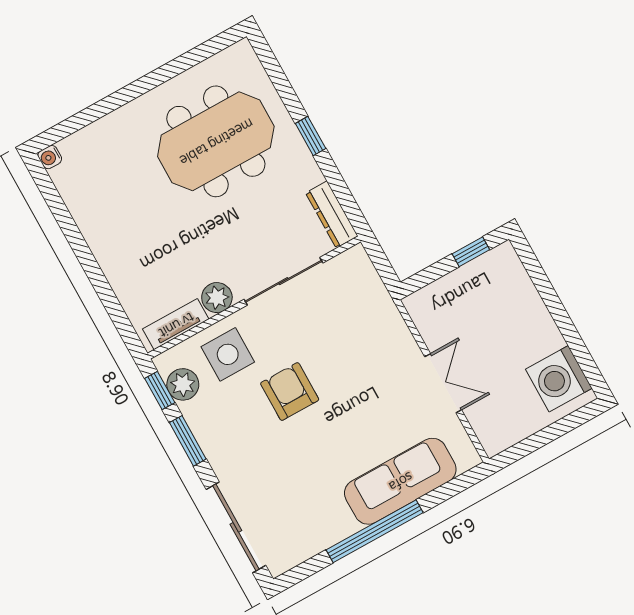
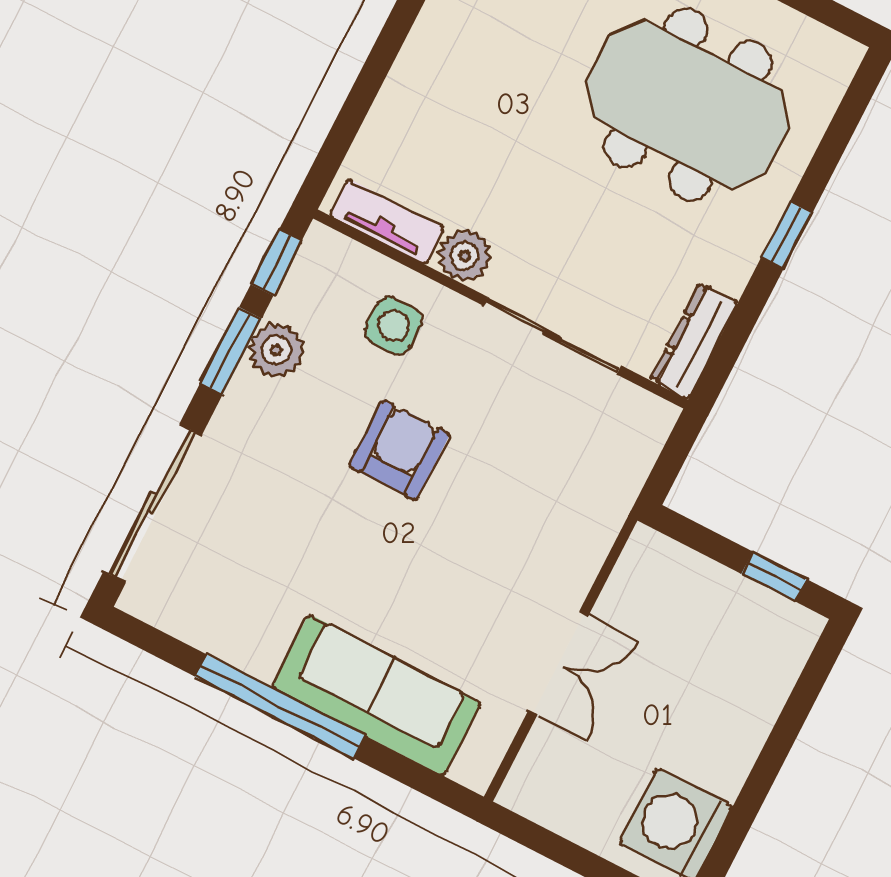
side table: (228, 354) -> (393, 326), width x0.73, depth x0.73
plant: (183, 384) -> (276, 350), moved

